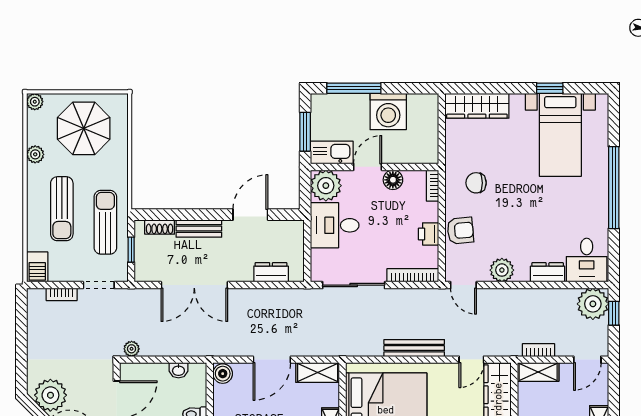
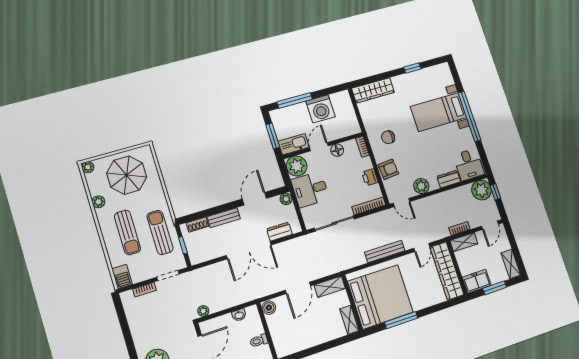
bed with nightstands: (560, 135) -> (438, 112), moved, turned 90
plant: (295, 229) -> (286, 199), added
double door: (194, 285) -> (249, 250), moved

